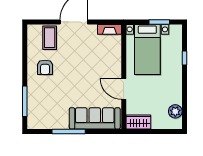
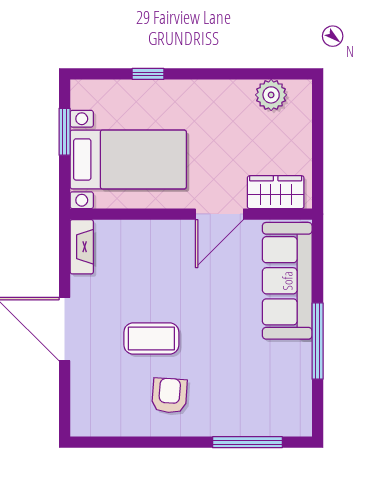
coffee table: (50, 38) -> (151, 339), moved
armchair: (45, 67) -> (169, 396), turned -86
wardrobe: (138, 122) -> (276, 192), moved, turned 90

